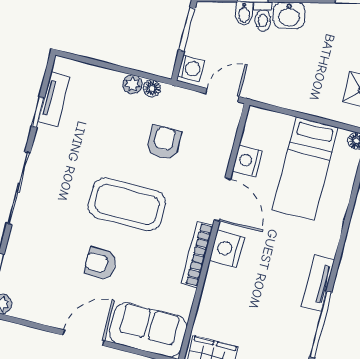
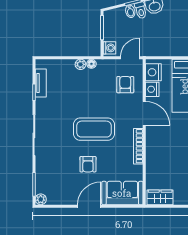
armchair: (164, 143) -> (125, 85), moved
nightstand: (227, 249) -> (153, 72), moved
armchair: (101, 263) -> (88, 164), turned -90

